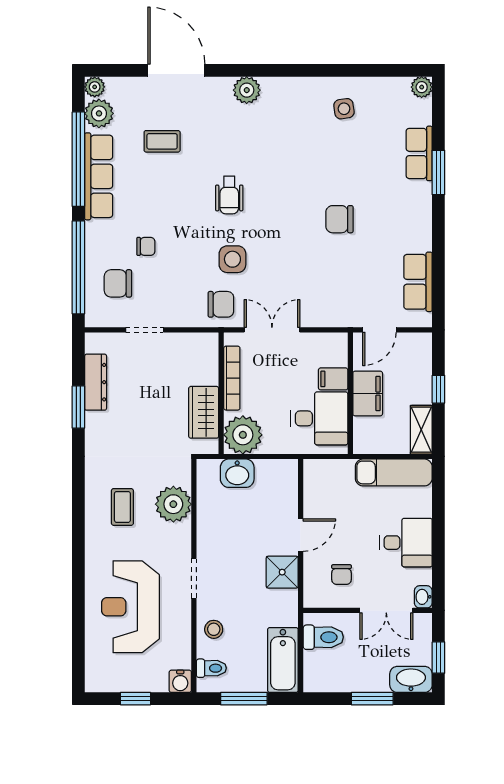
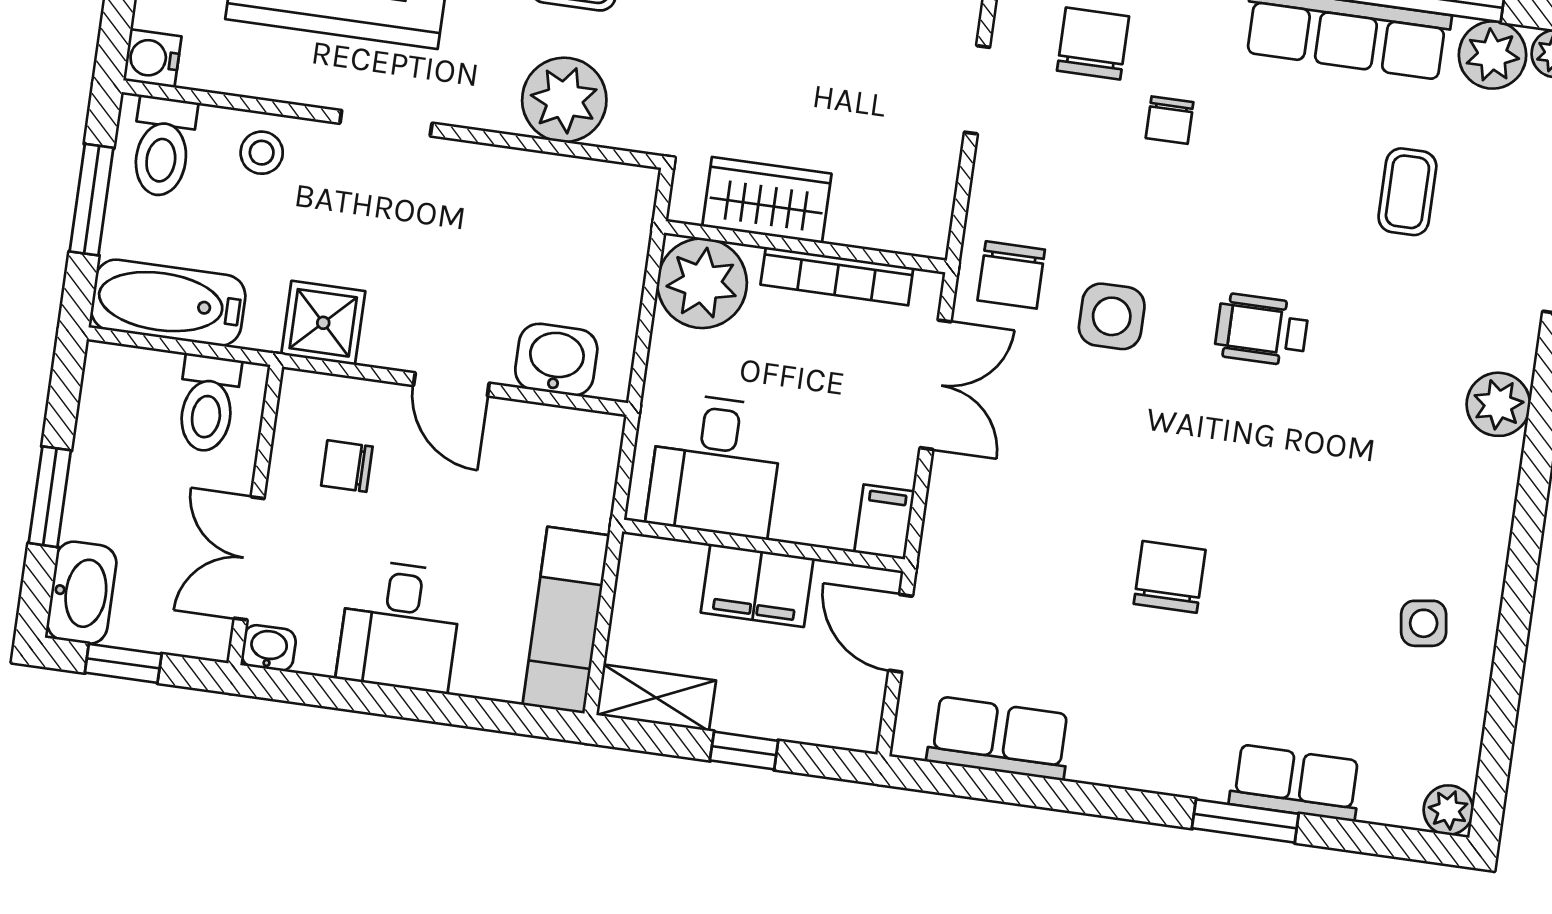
filing cabinet: (333, 379) -> (884, 522), moved
washbasin: (237, 473) -> (556, 360), moved, turned 90
shower: (282, 572) -> (323, 323), moved
toilet: (211, 668) -> (163, 147), width x1.37, depth x1.39

